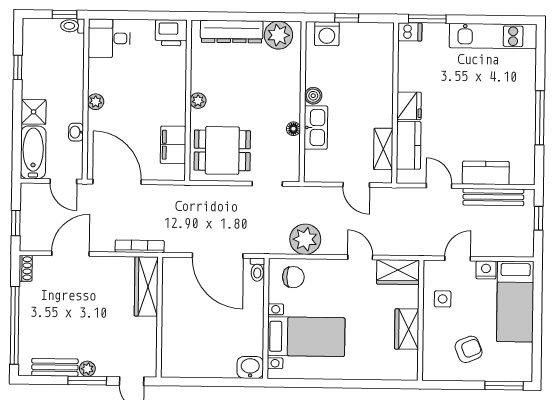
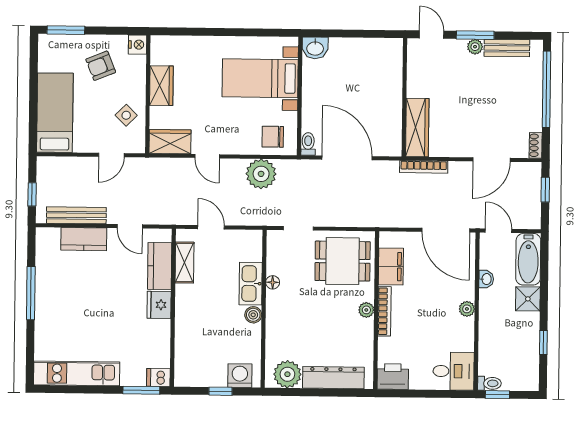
bookcase: (180, 99) -> (384, 311), added
nightstand: (486, 270) -> (137, 45), moved, turned -90
side table: (443, 299) -> (126, 115), turned 45

